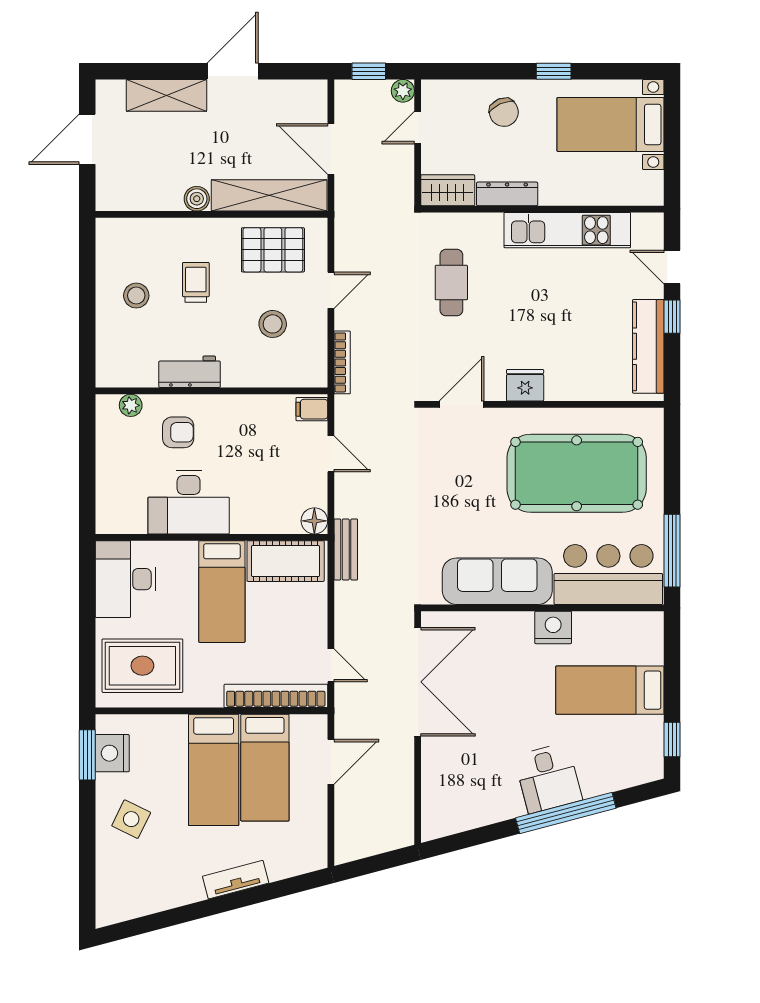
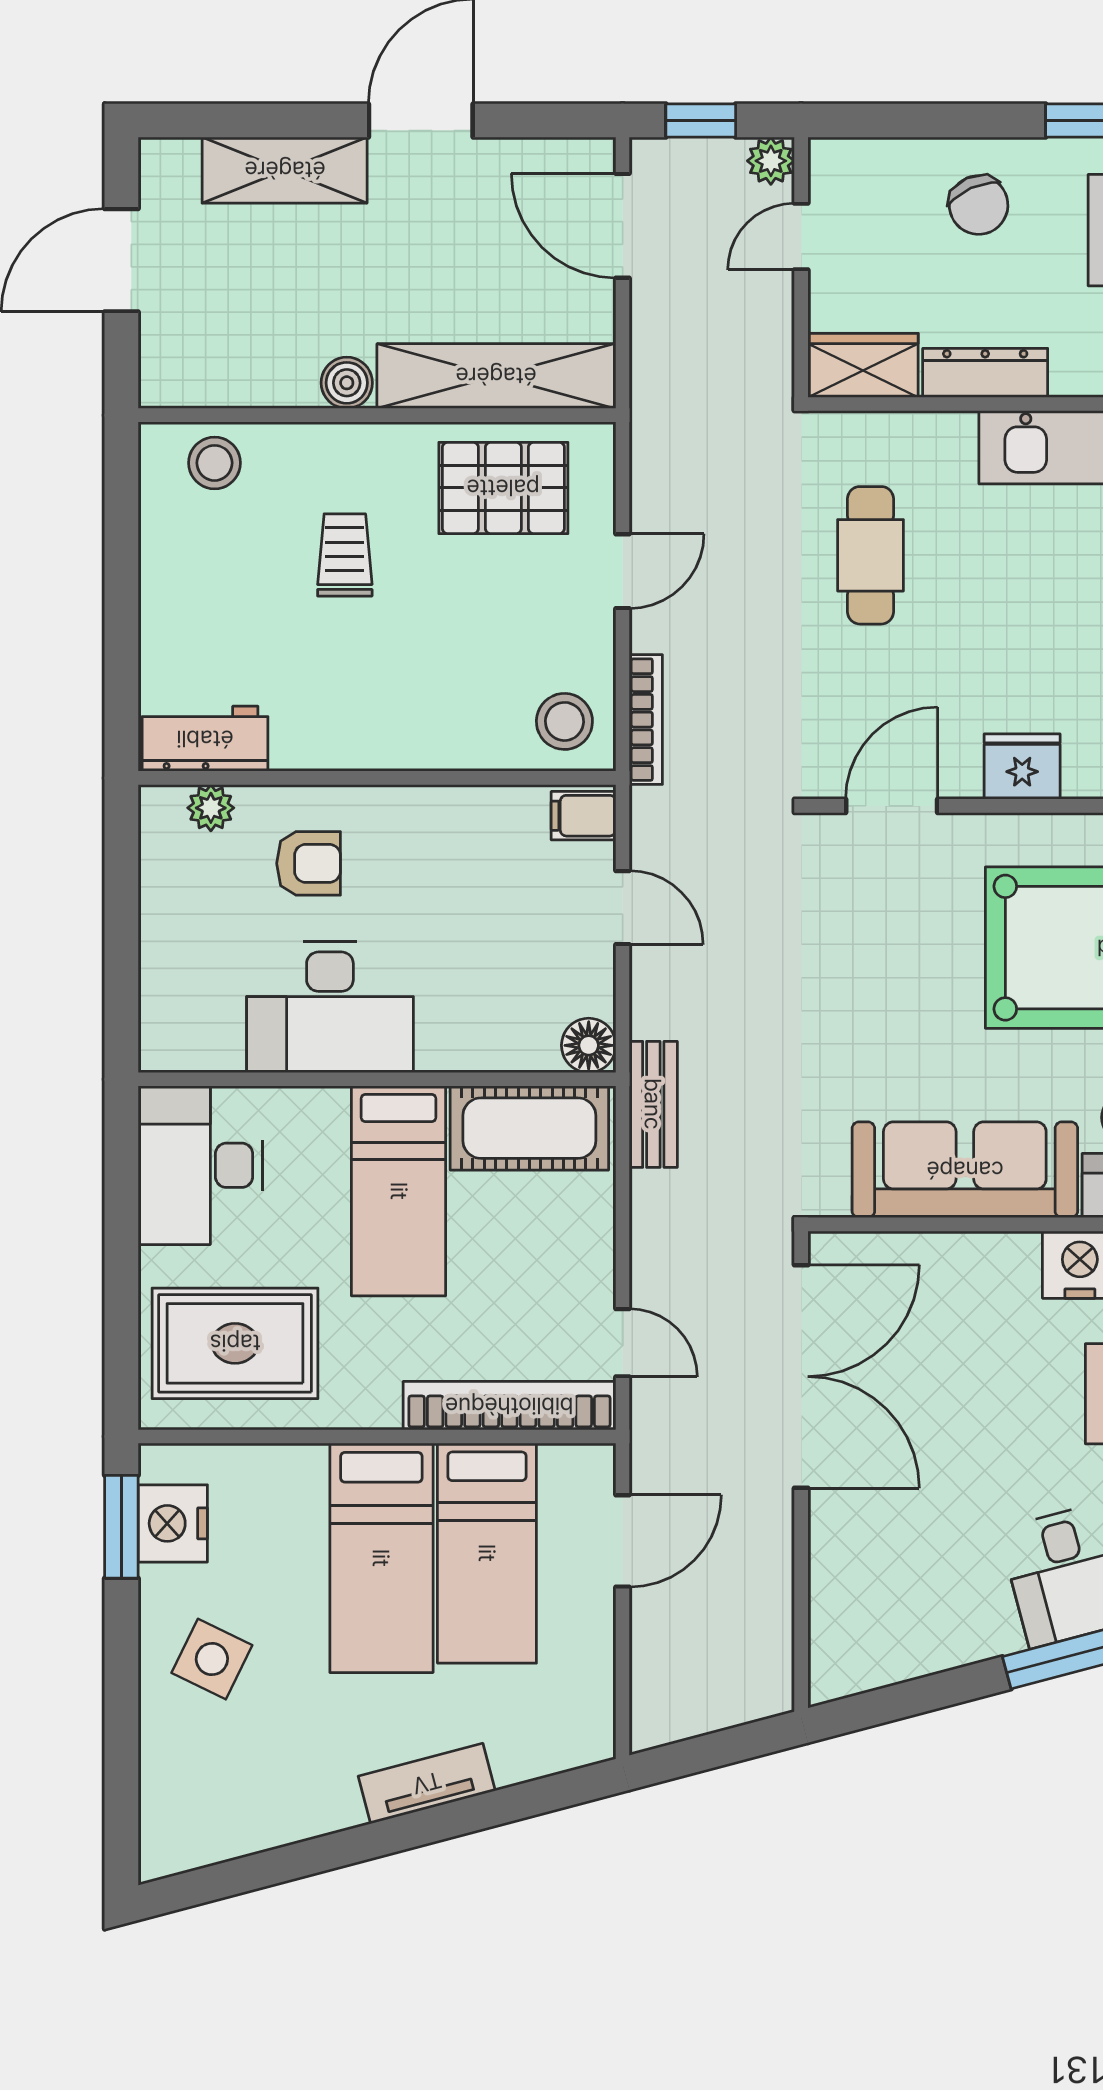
door: (331, 149) -> (623, 226), moved
stool: (136, 296) -> (215, 463), moved
stool: (273, 324) -> (564, 721), moved
workbench: (190, 372) -> (205, 739), moved

